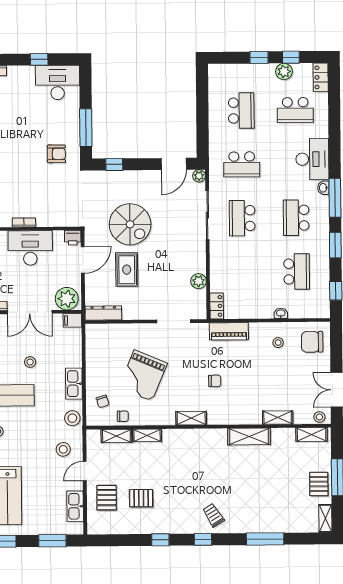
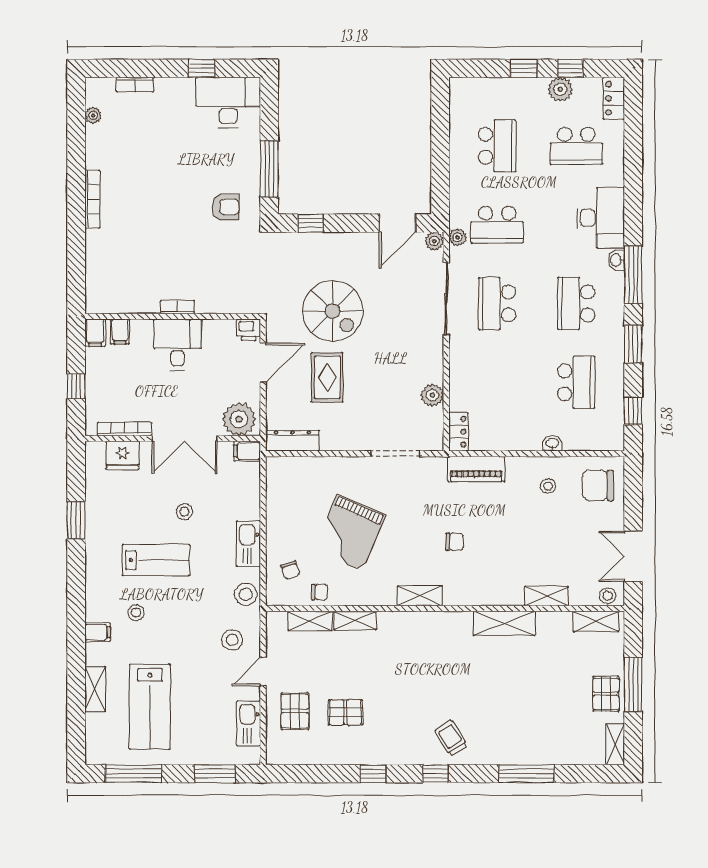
plant: (215, 173) -> (458, 237), added
desk: (30, 248) -> (177, 344), width x0.73

